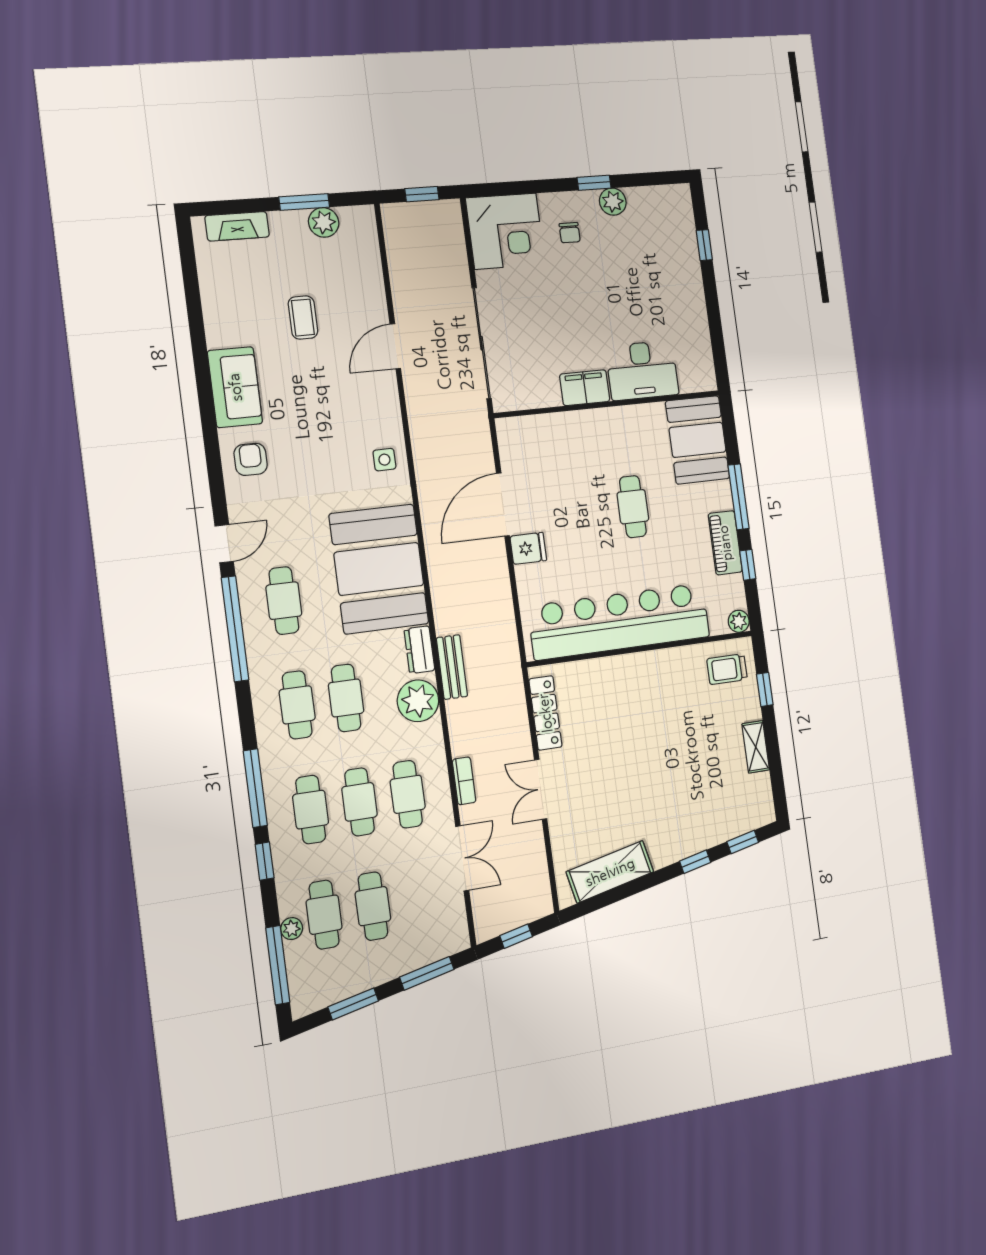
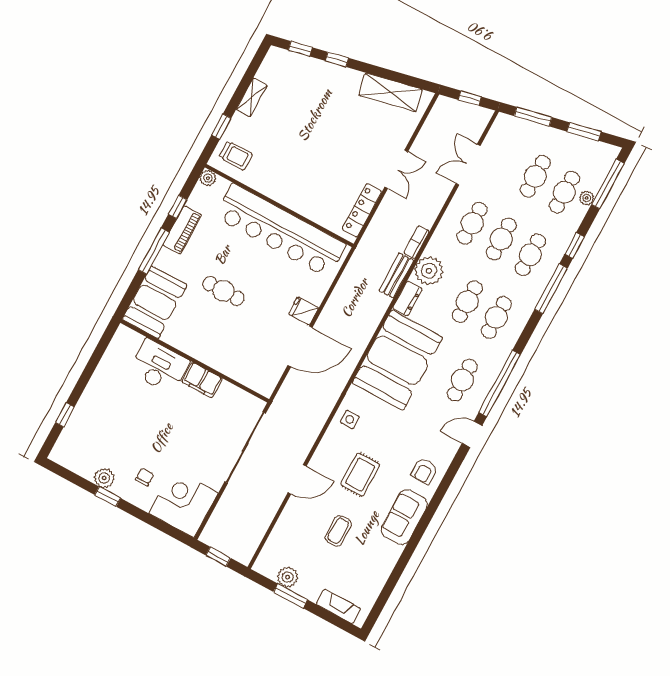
rug: (325, 402) -> (360, 475), added
cafe table: (633, 507) -> (223, 291), turned 90
bookcase: (464, 781) -> (417, 242), moved

